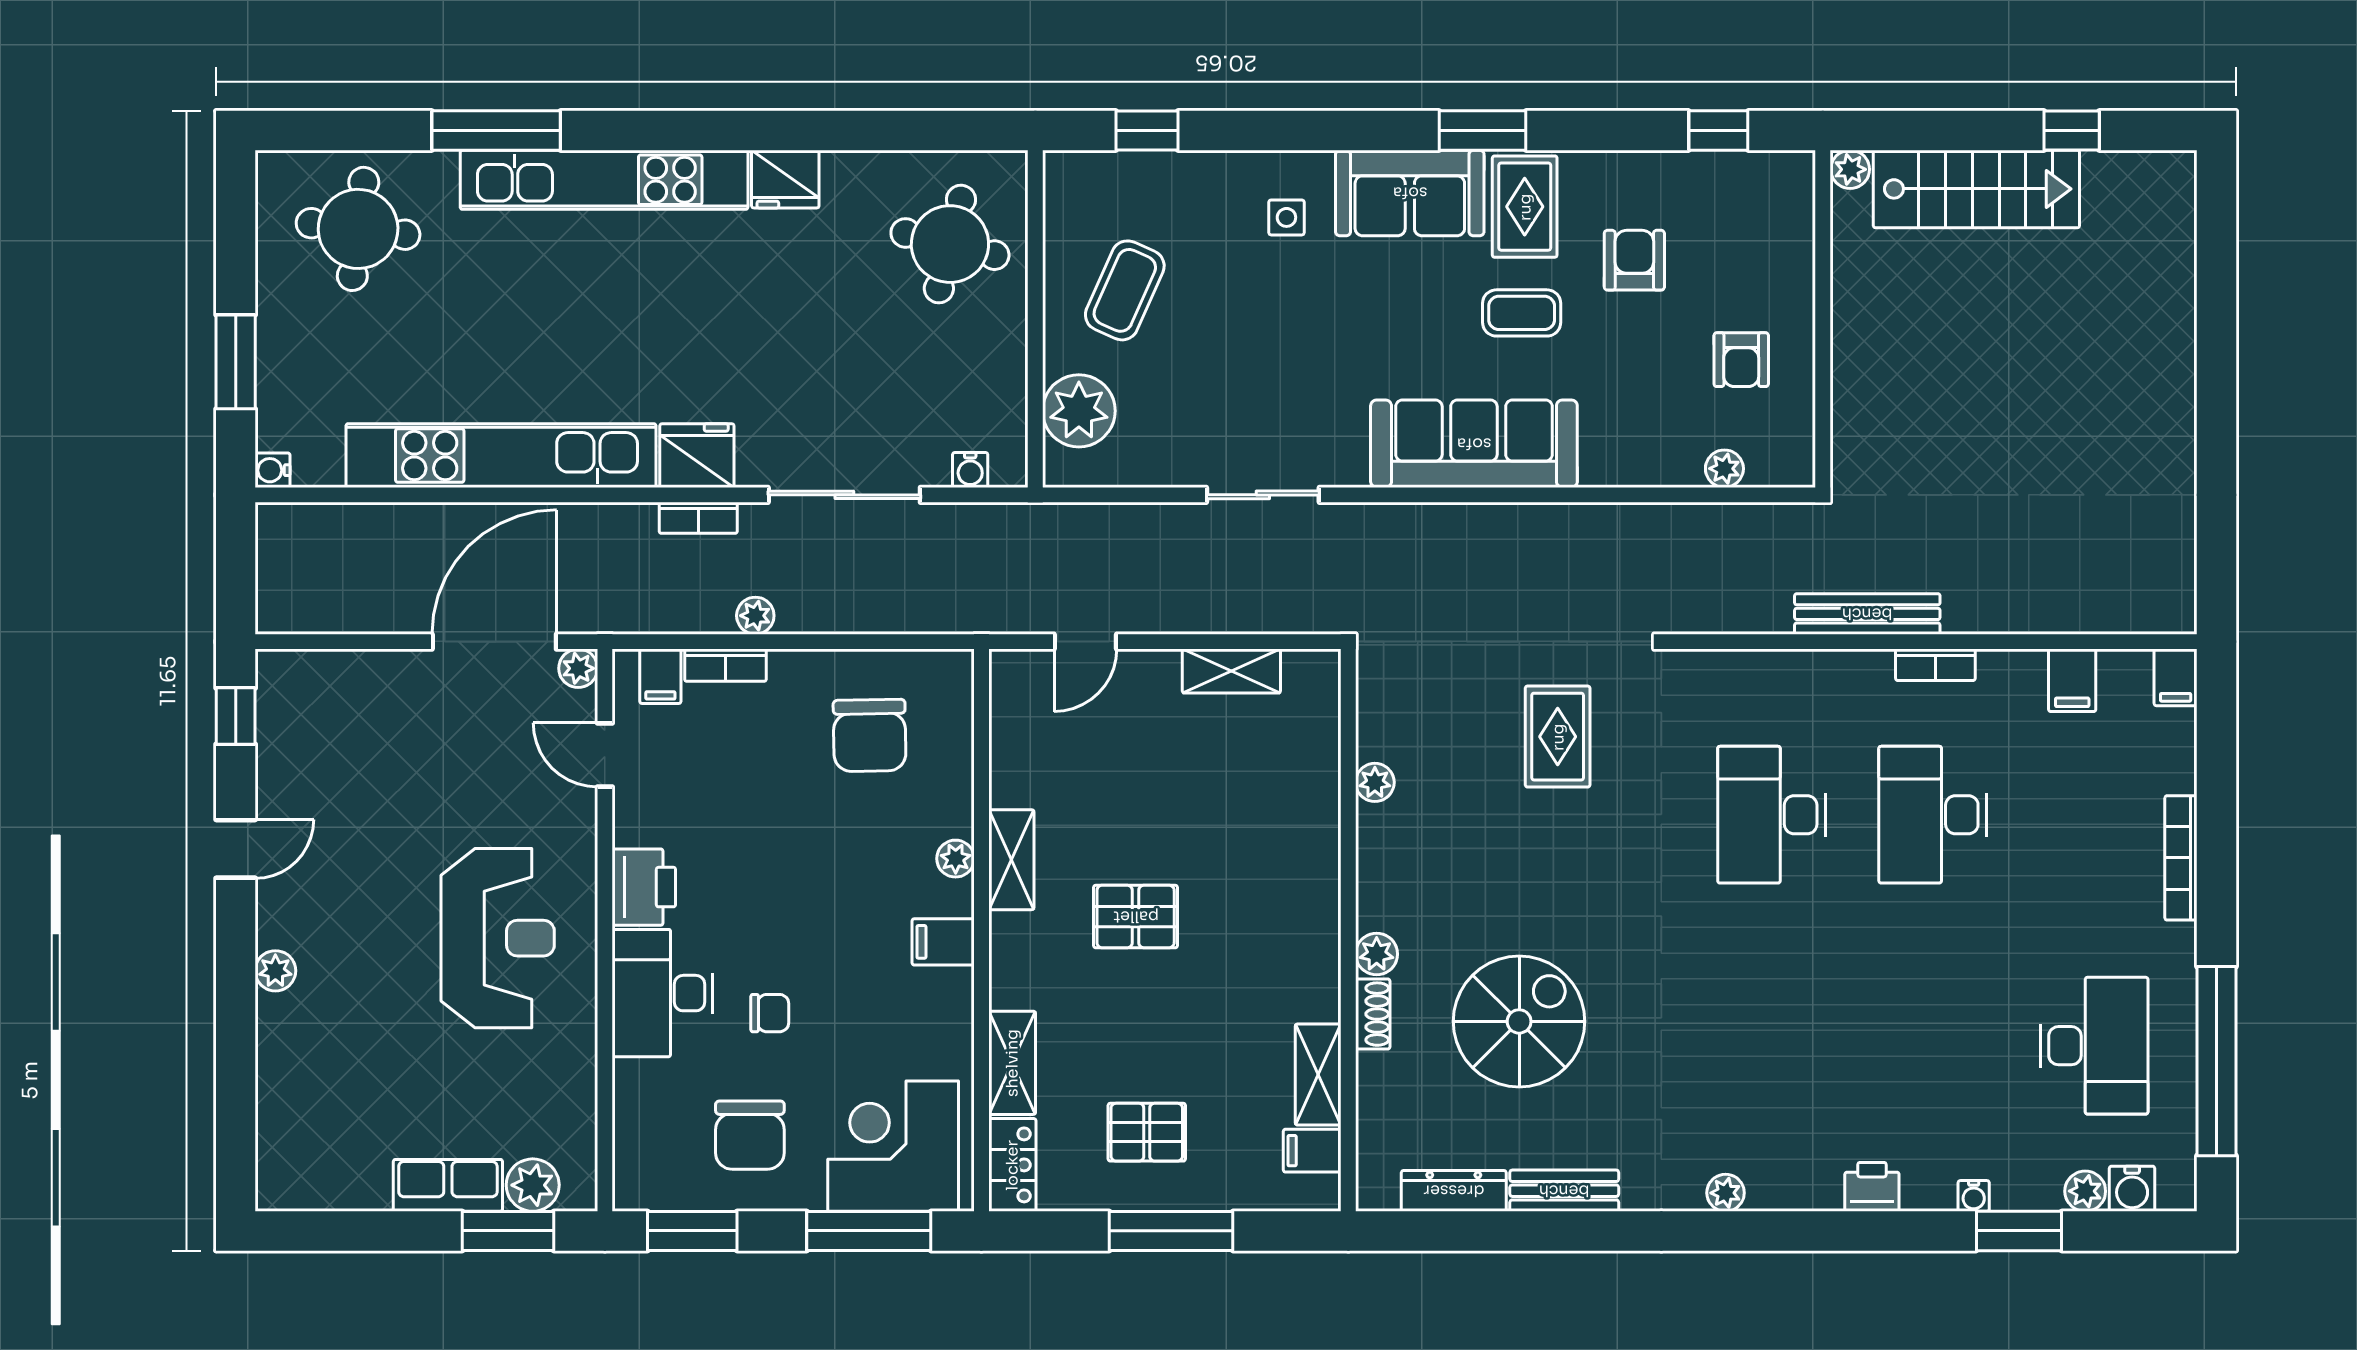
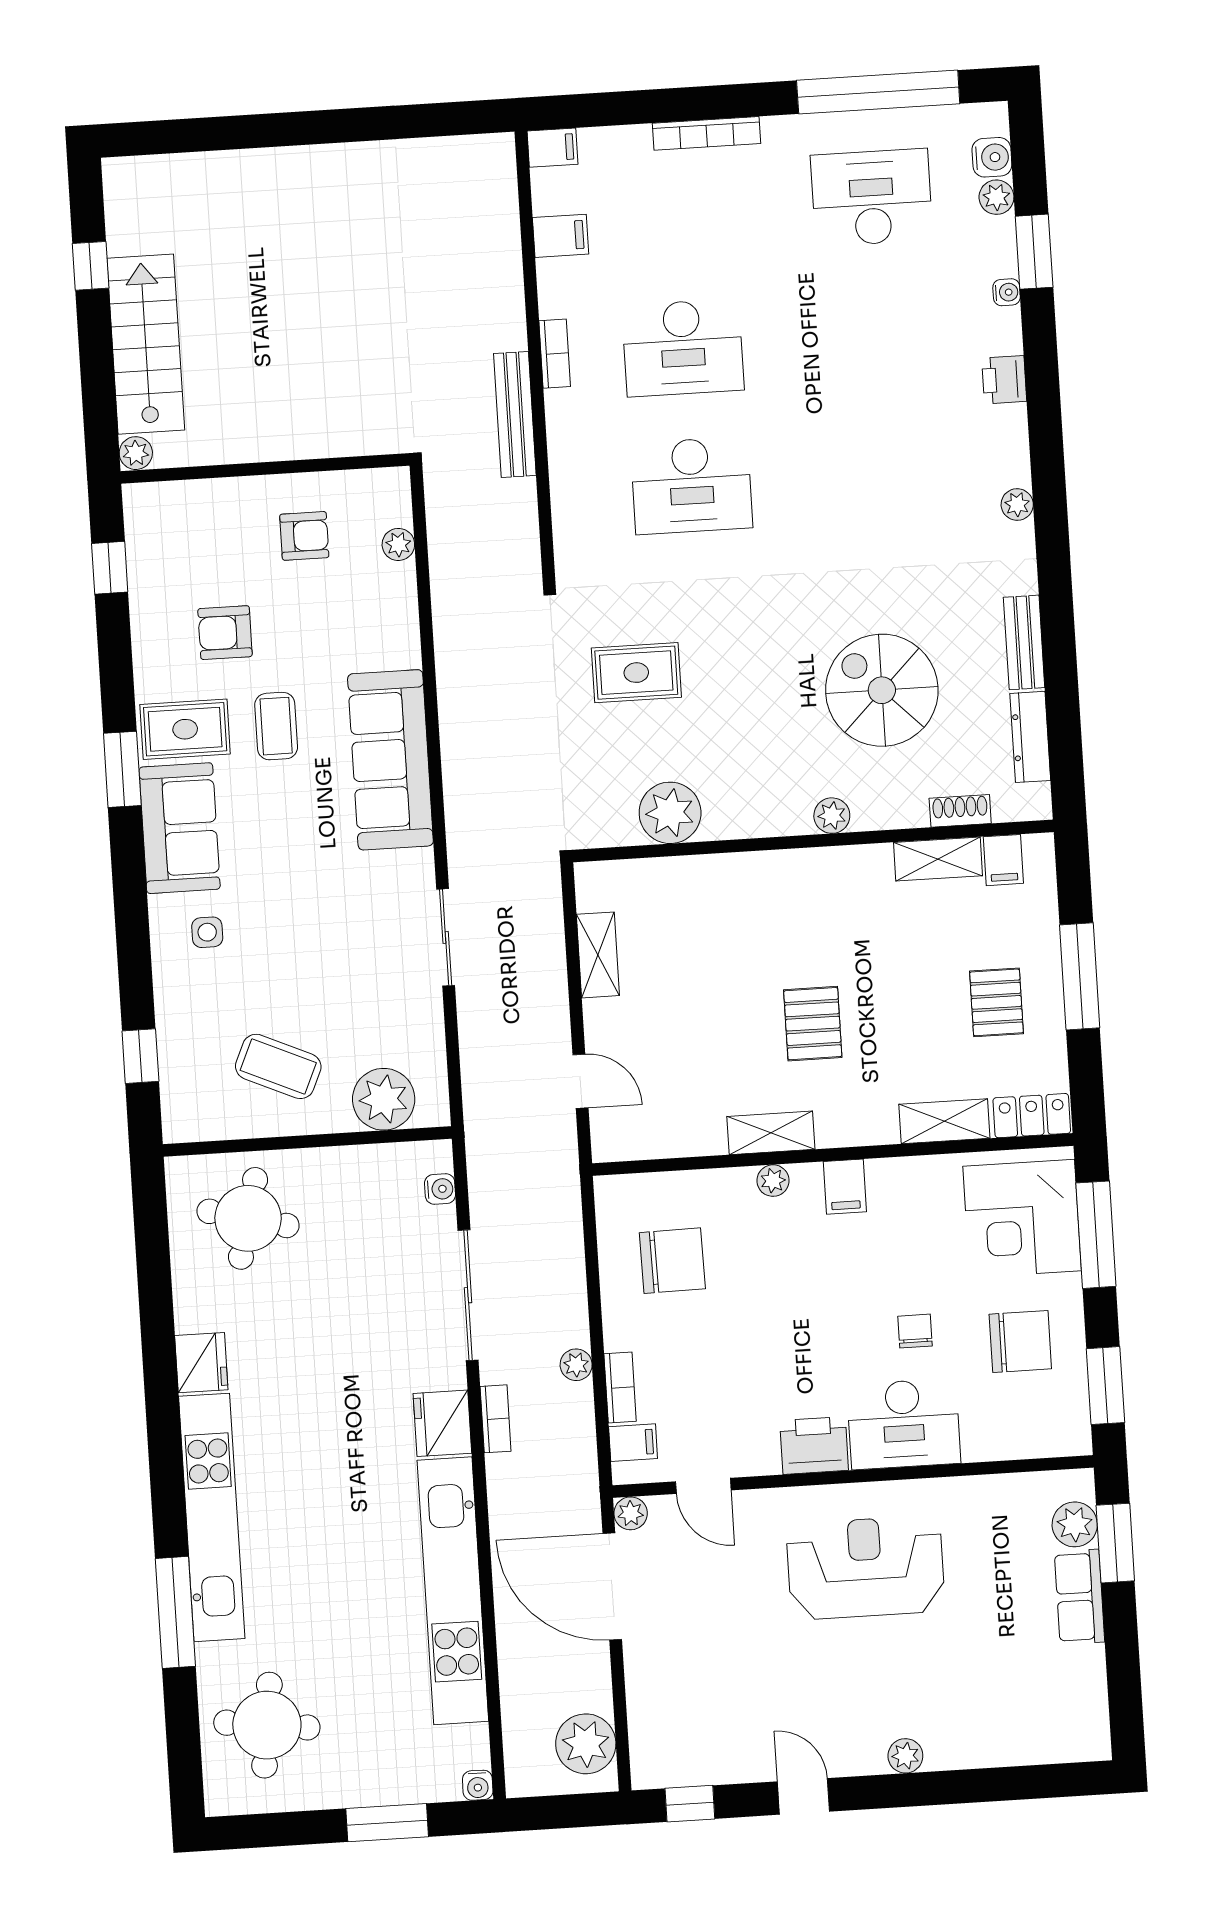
plant: (313, 599) -> (586, 1744), added
door: (605, 755) -> (703, 1486), hinge flipped
plant: (1375, 782) -> (670, 813), width x1.87, depth x1.87
shoe rack: (1373, 1014) -> (960, 811), moved

